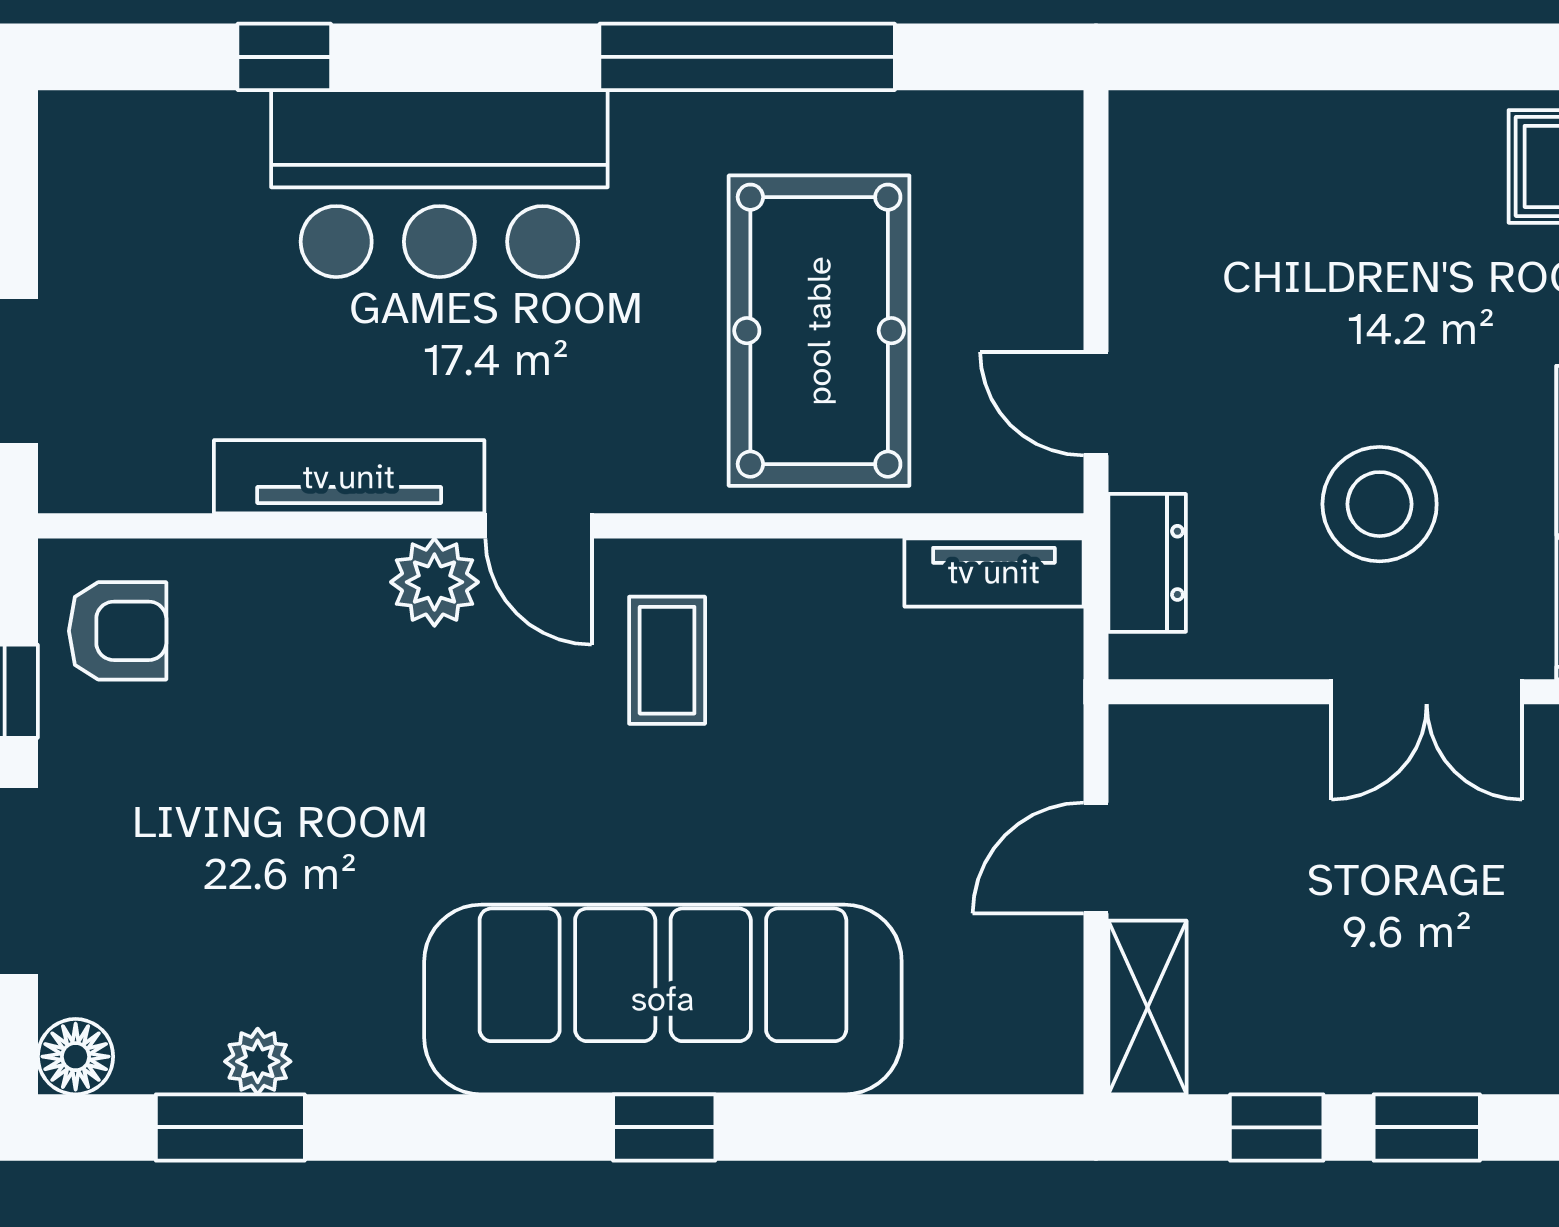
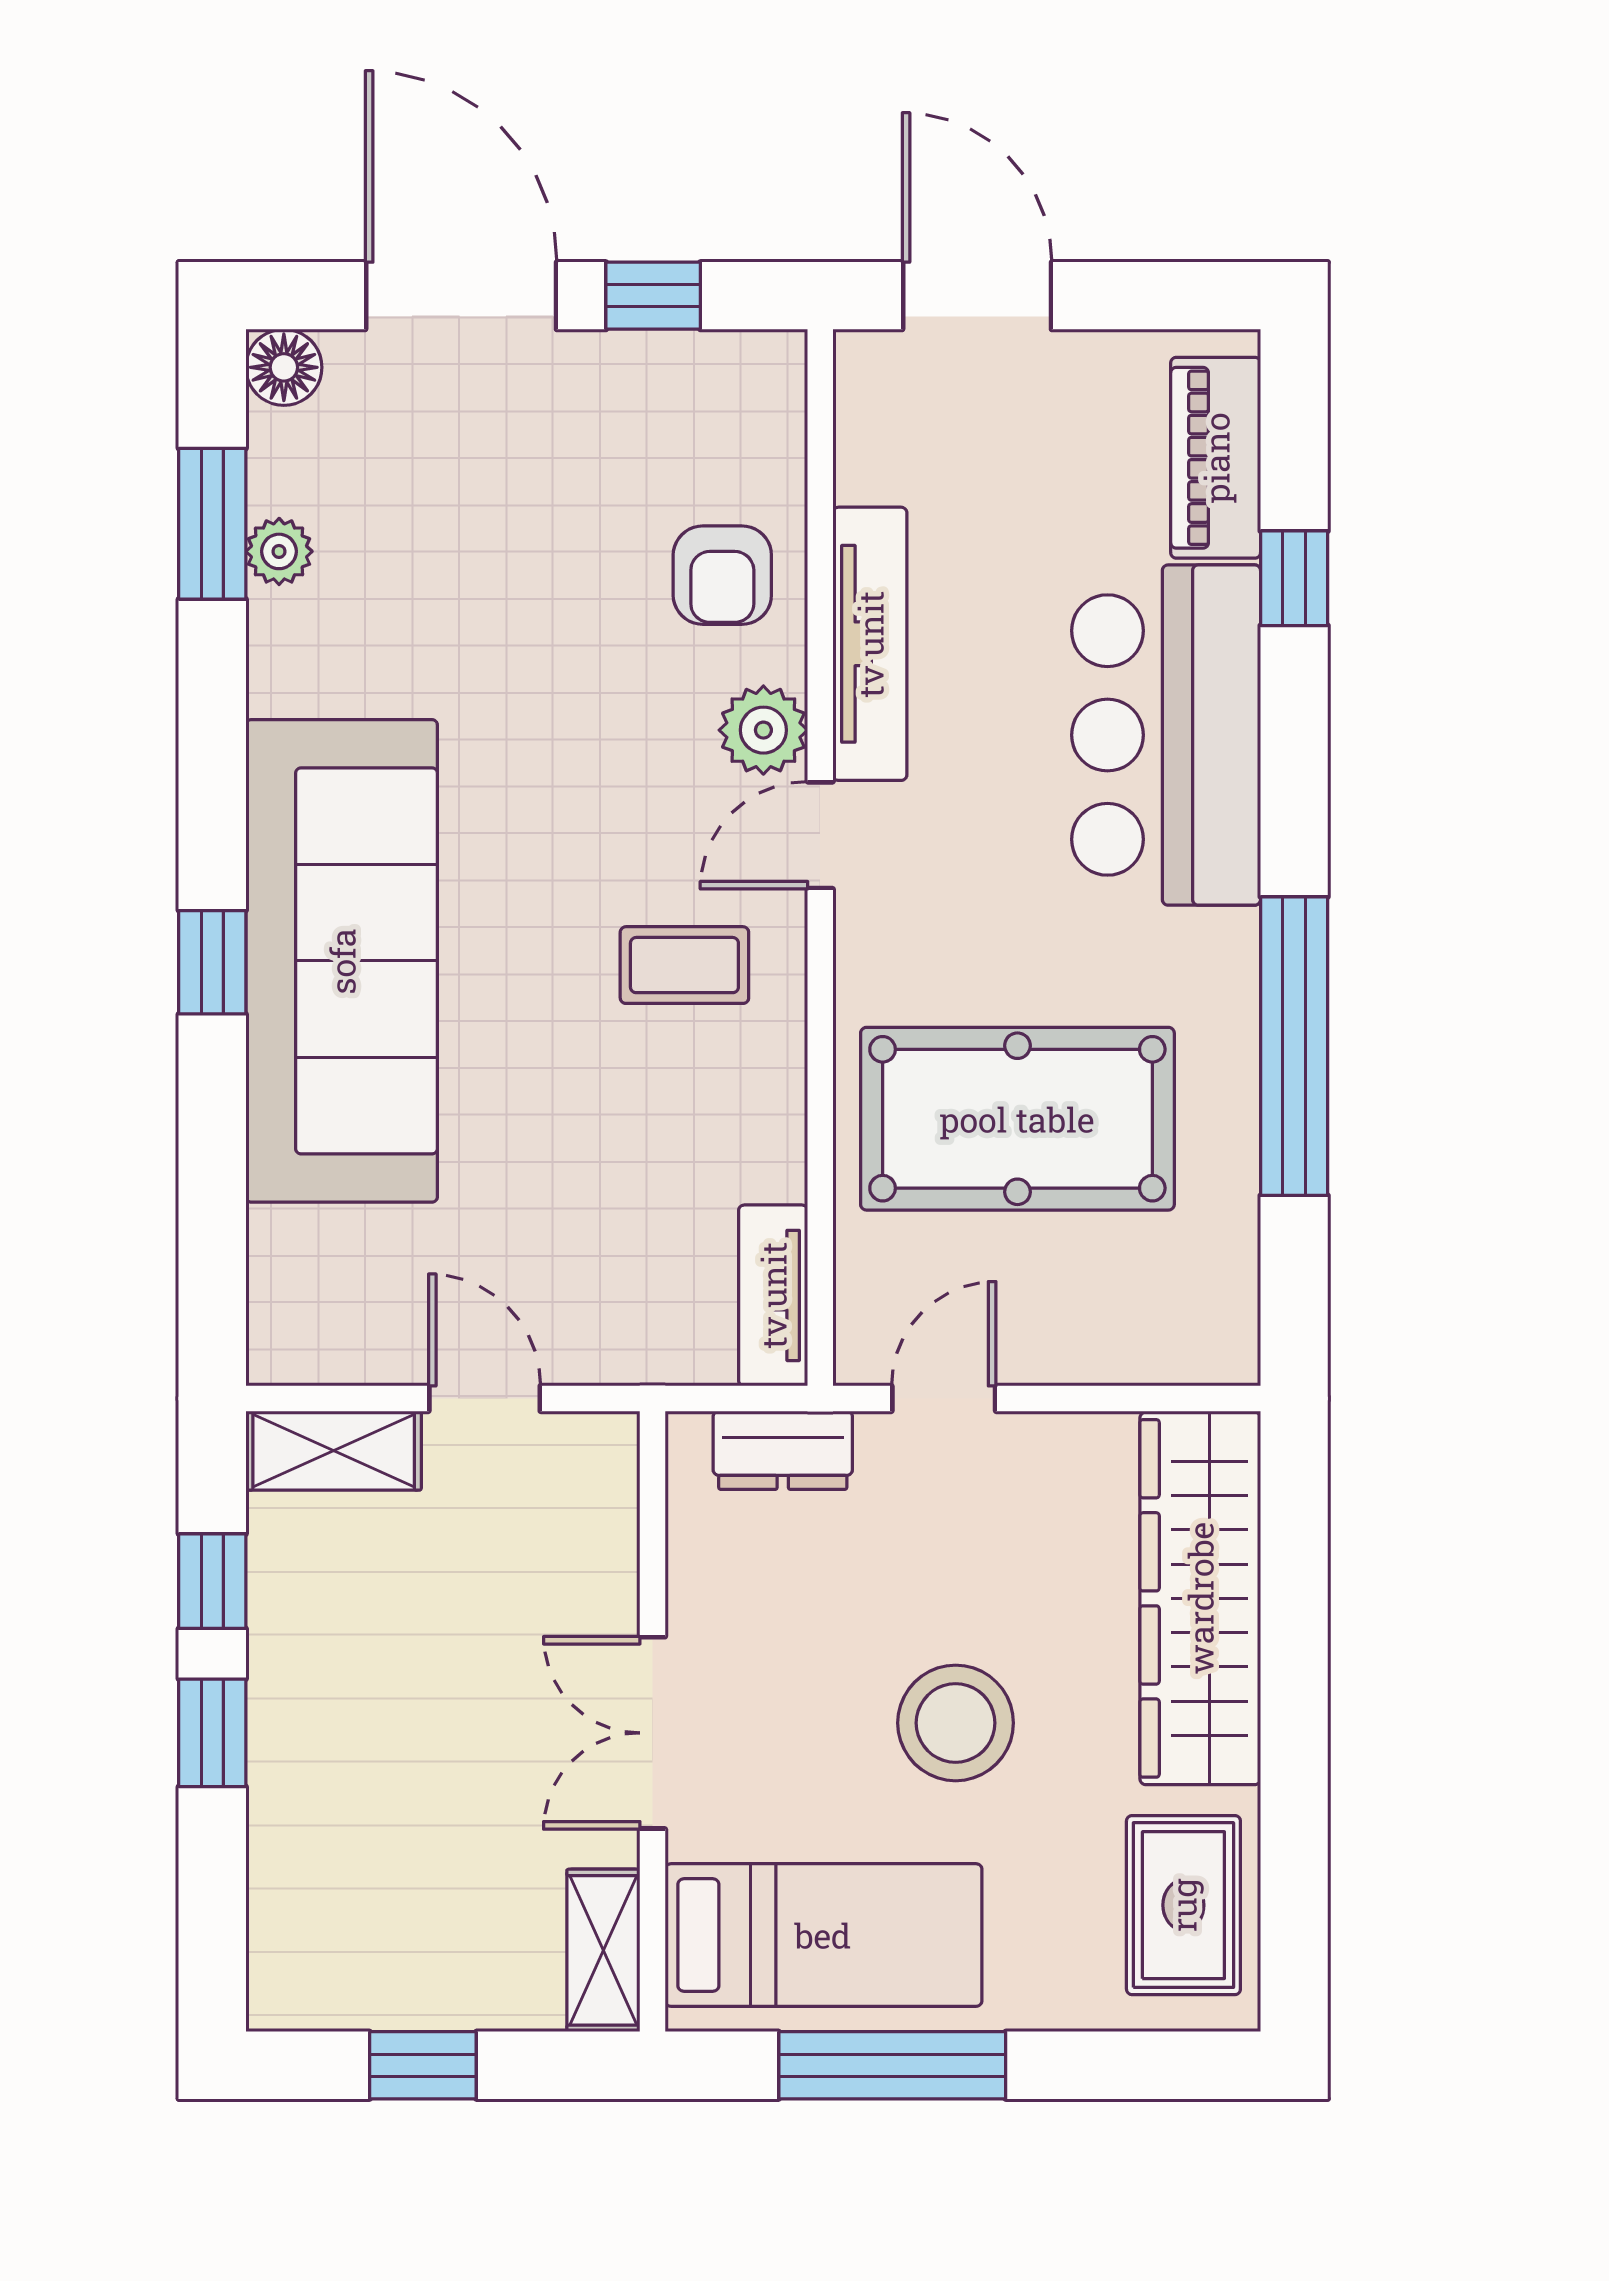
piano: (165, 135) -> (1216, 458), added
wardrobe: (1294, 150) -> (1200, 1598), added
stool: (1380, 504) -> (956, 1723), moved
armchair: (118, 631) -> (722, 575), moved

